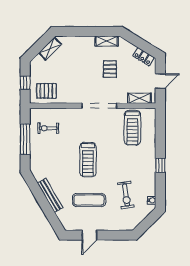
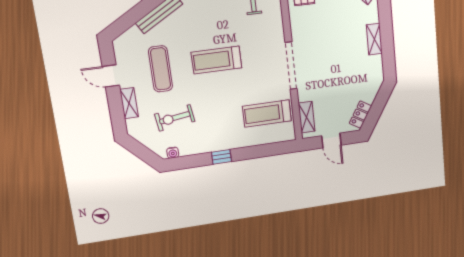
shelving: (107, 41) -> (374, 39), moved
pallet: (110, 69) -> (341, 73), removed
shelving: (111, 226) -> (129, 103), added

